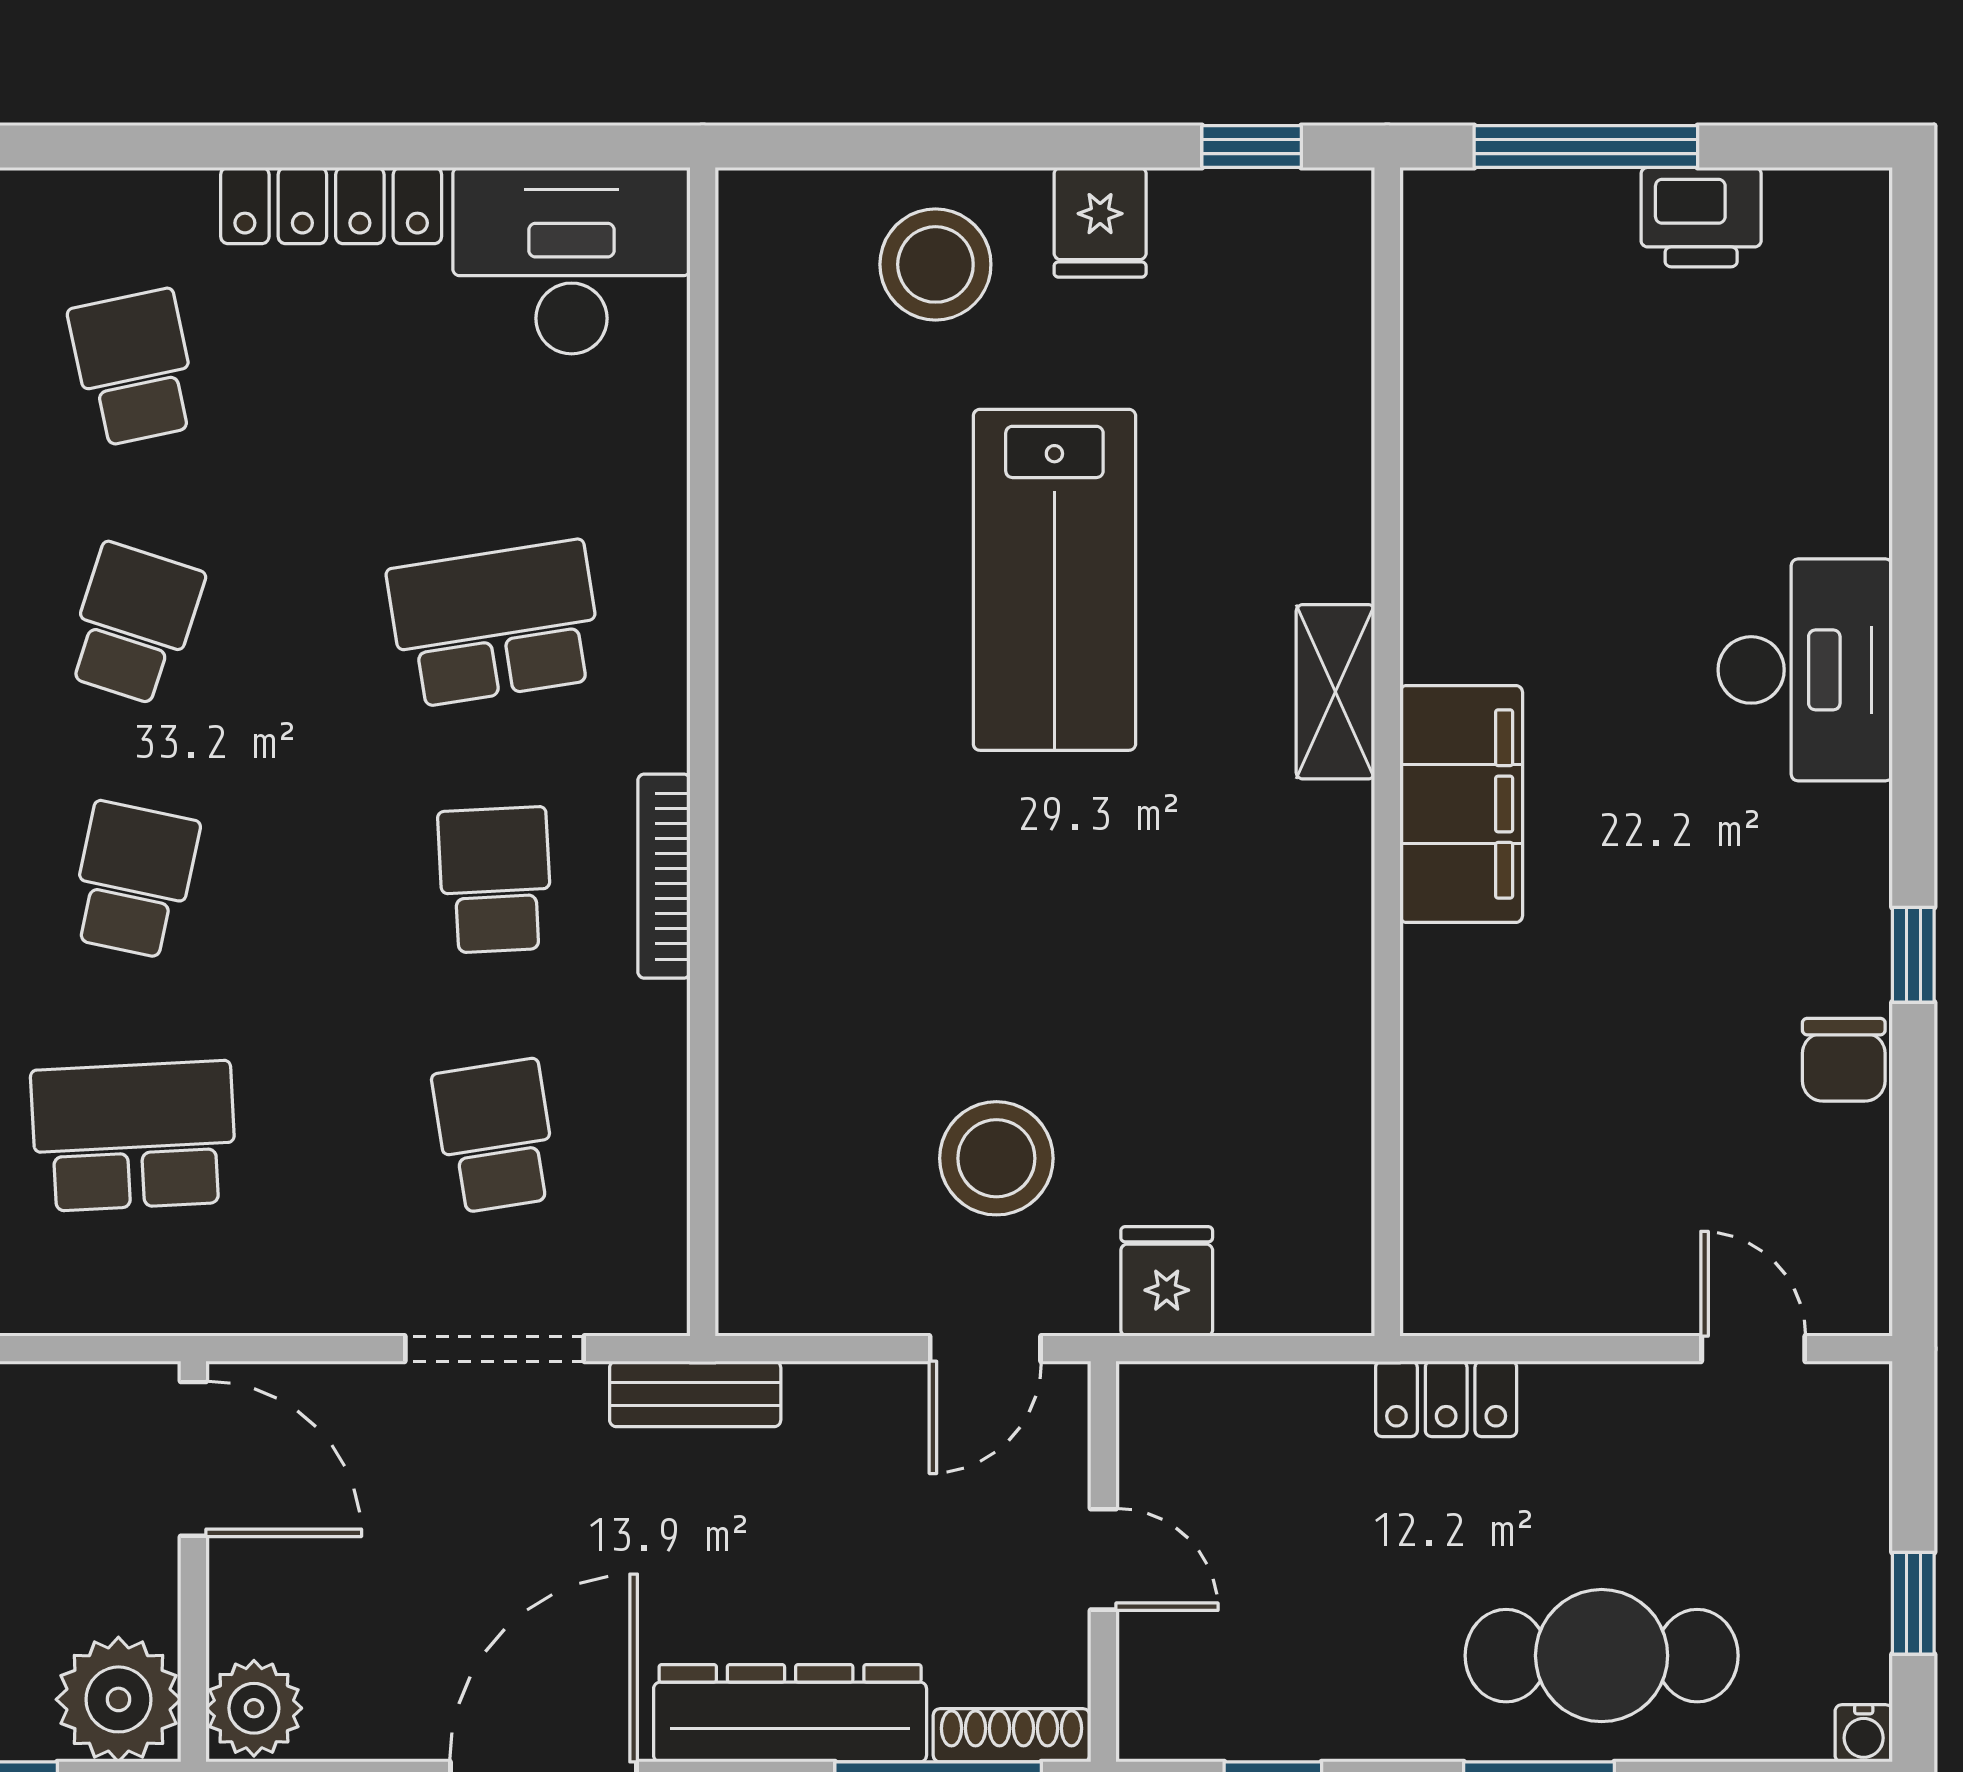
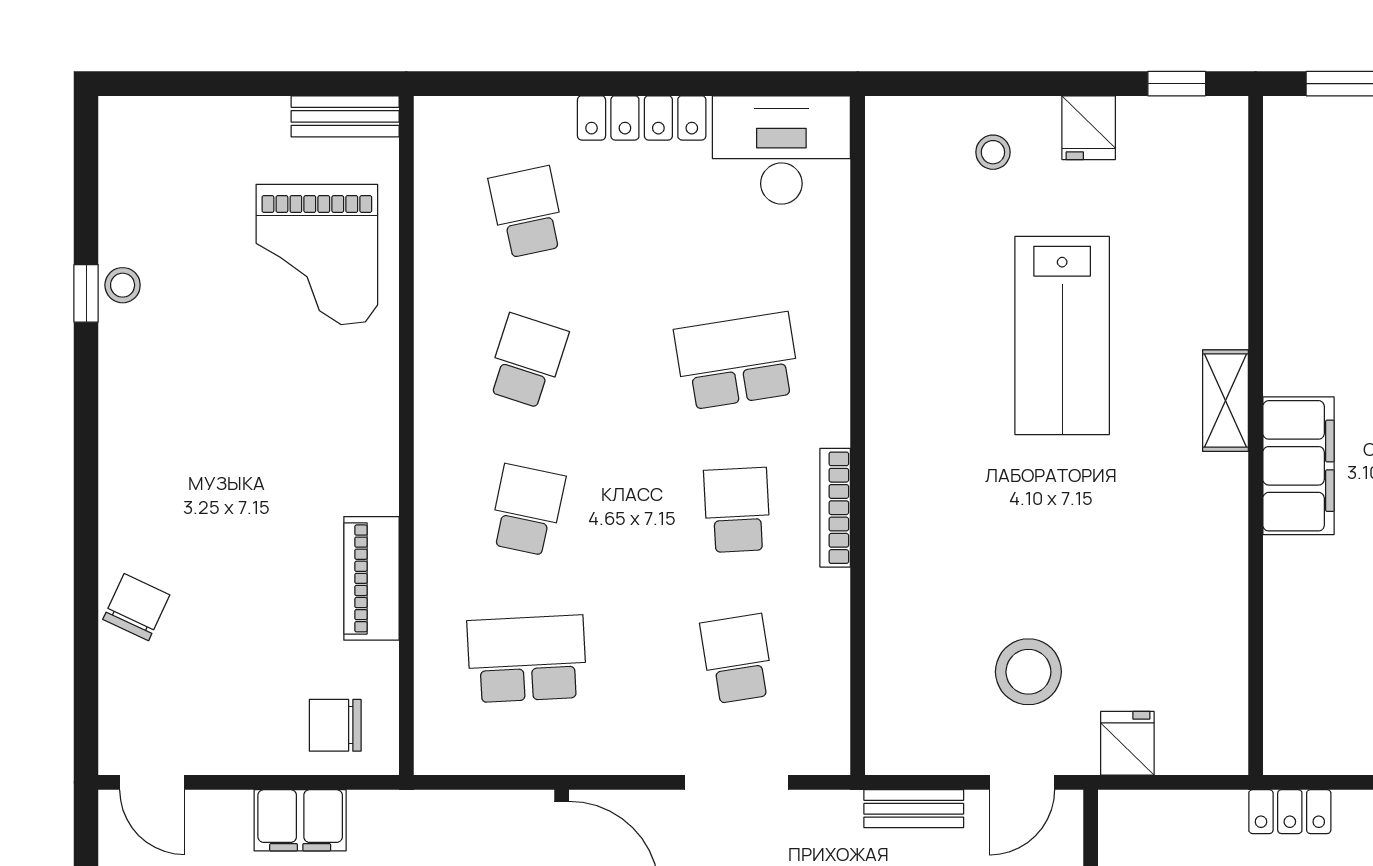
stool: (935, 264) -> (993, 152), width x0.53, depth x0.53
bench: (695, 1394) -> (914, 809), moved

